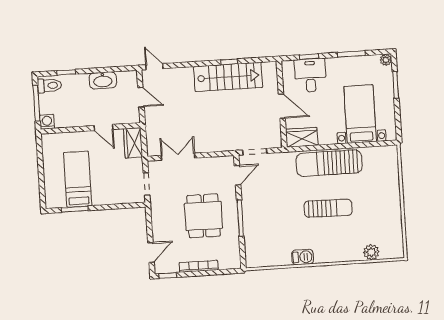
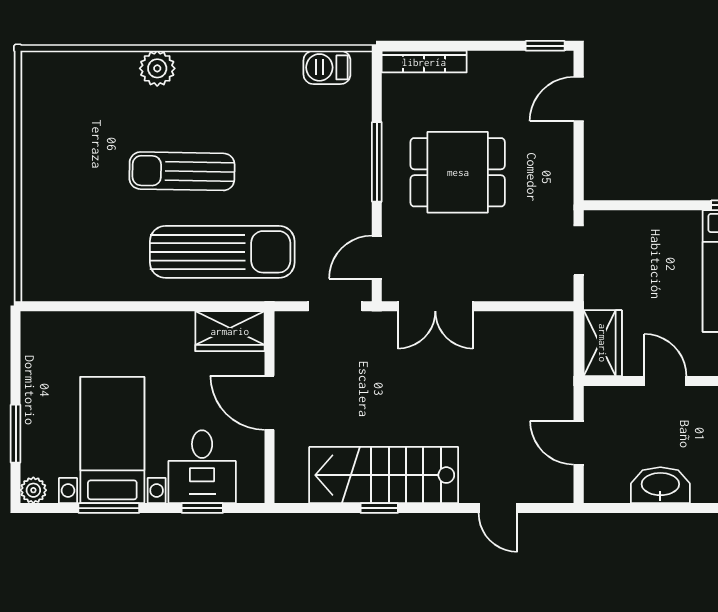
door: (154, 67) -> (498, 508), moved
bed with nightstands: (360, 114) -> (112, 440), moved, turned 180
double door: (178, 157) -> (435, 306), moved
sun lounger: (329, 163) -> (222, 252), moved
dining table: (203, 216) -> (458, 172), turned 90
plant: (371, 252) -> (157, 68), moved
barbecue: (302, 257) -> (327, 67), moved
bookcase: (199, 266) -> (424, 62), moved

